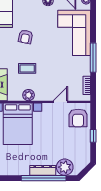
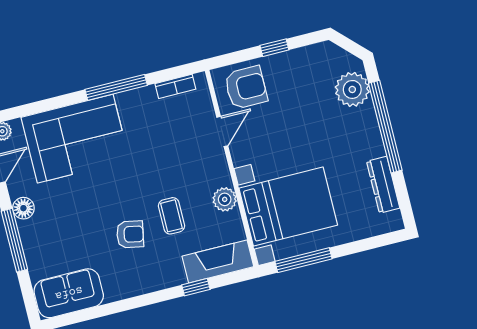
armchair: (25, 37) -> (130, 234), moved
door: (60, 102) -> (222, 131), swing flipped
dresser: (43, 170) -> (383, 185), moved

